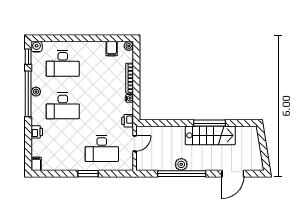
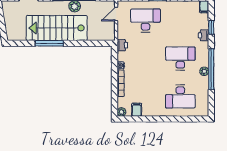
water cooler: (37, 47) -> (204, 111), removed
window: (28, 57) -> (211, 27), moved
desk: (63, 63) -> (180, 97), turned 180
stairs: (210, 135) -> (57, 28), width x1.36, depth x1.51
door: (135, 143) -> (116, 14), moved

